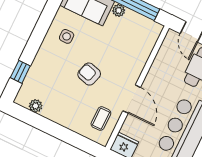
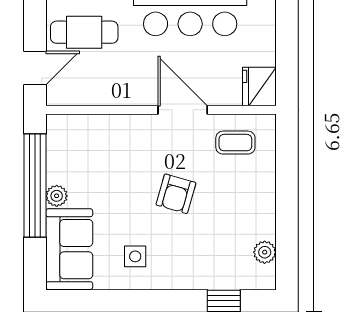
door: (132, 99) -> (183, 110), hinge flipped

